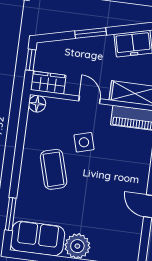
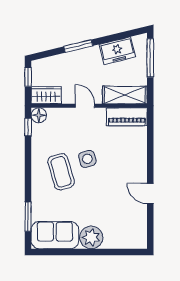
window: (24, 115) -> (28, 127), added
side table: (84, 142) -> (87, 159), moved

